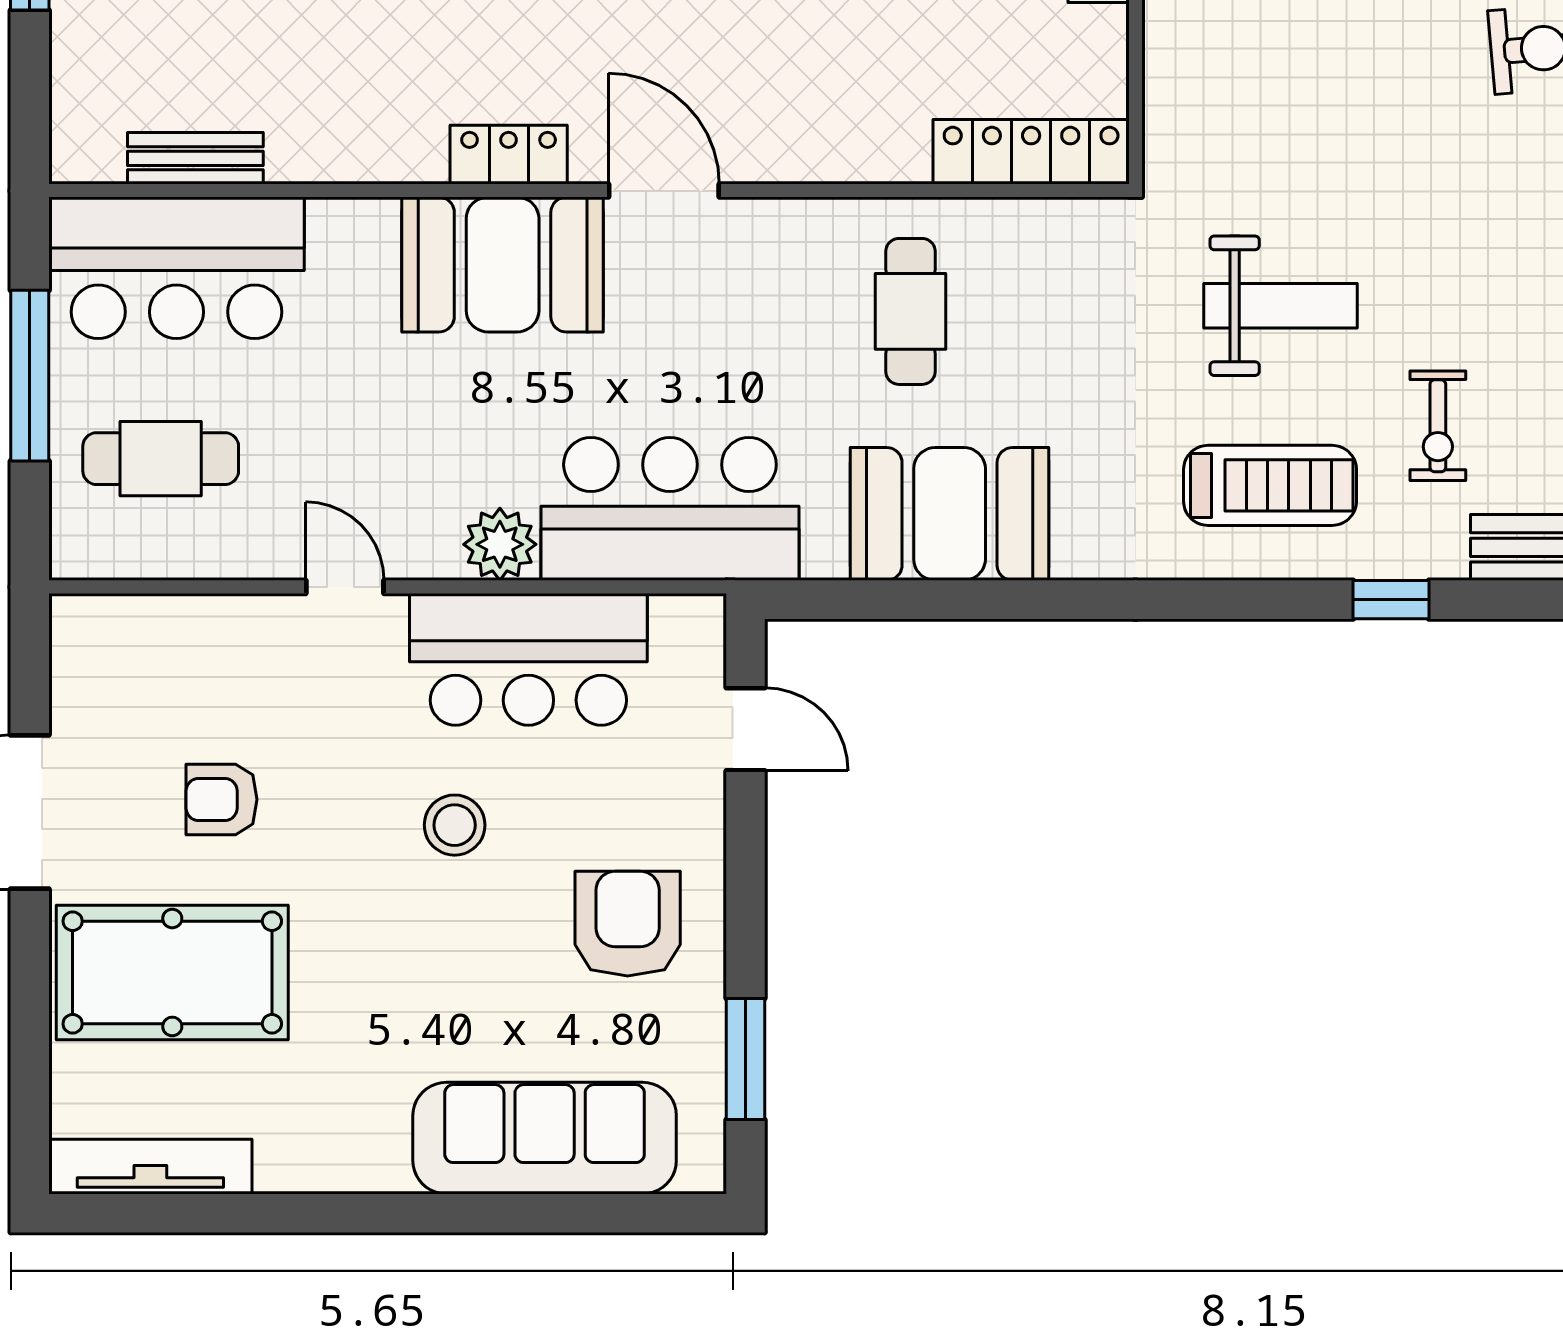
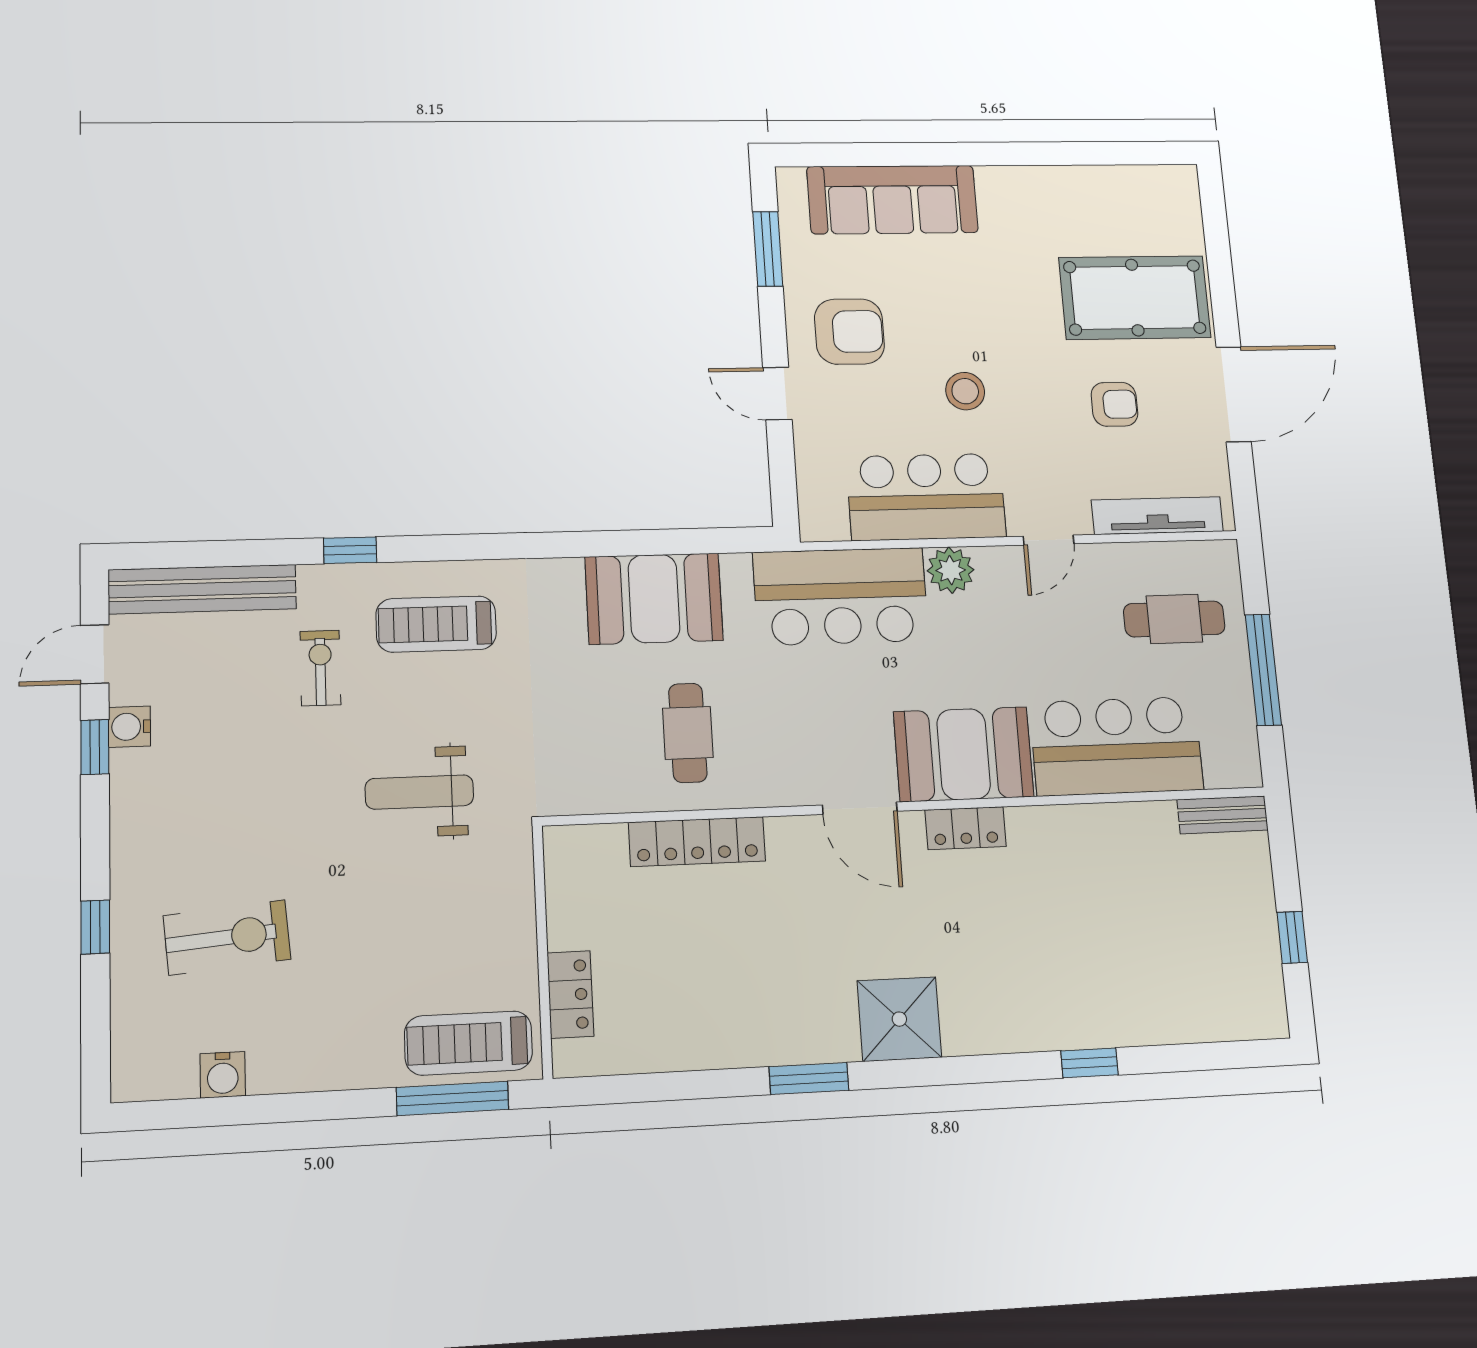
locker: (1031, 152) -> (697, 842), moved
bench: (195, 158) -> (1223, 815), moved
bar counter: (176, 268) -> (1116, 746), moved
weight bench: (1281, 306) -> (419, 792), moved
door: (345, 587) -> (1048, 540), hinge flipped
door: (746, 729) -> (777, 394), moved
armchair: (628, 924) -> (849, 332), turned -90
tv unit: (150, 1167) -> (1157, 516), moved, turned 180

